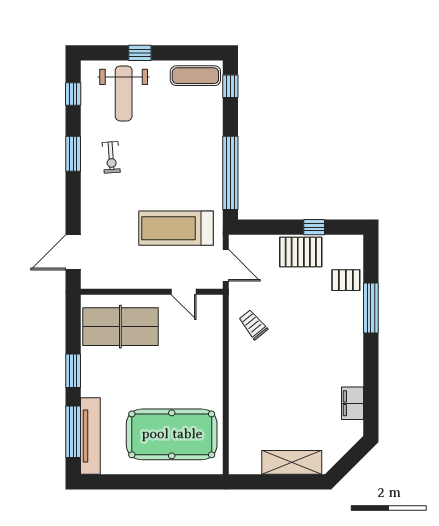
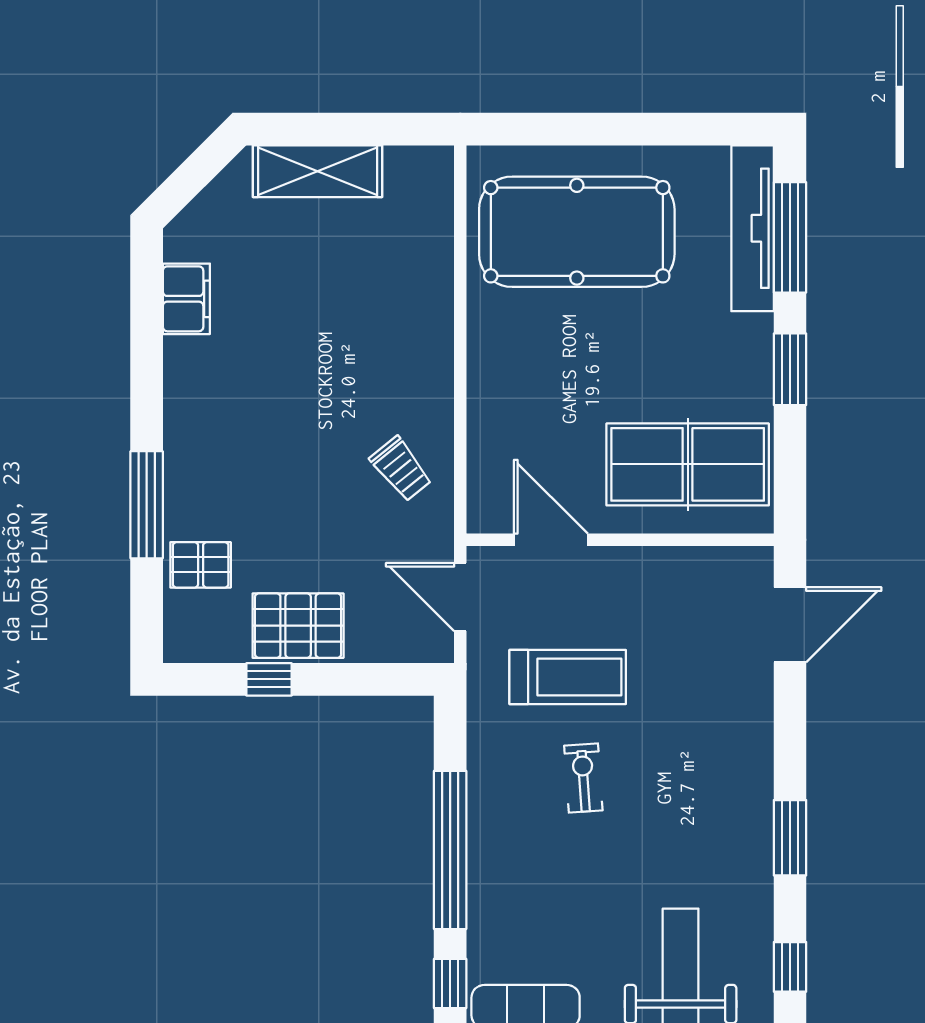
exercise bike: (111, 157) -> (583, 778), moved
window: (230, 173) -> (450, 850), moved
treadmill: (176, 228) -> (568, 677), width x0.73, depth x0.73
door: (184, 292) -> (551, 540), width x1.38

